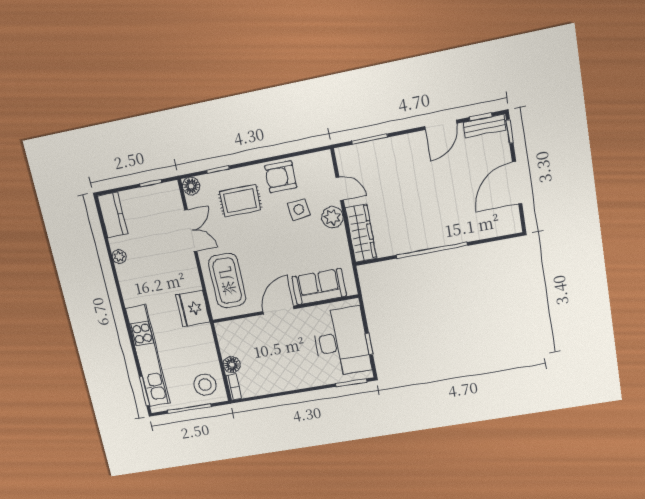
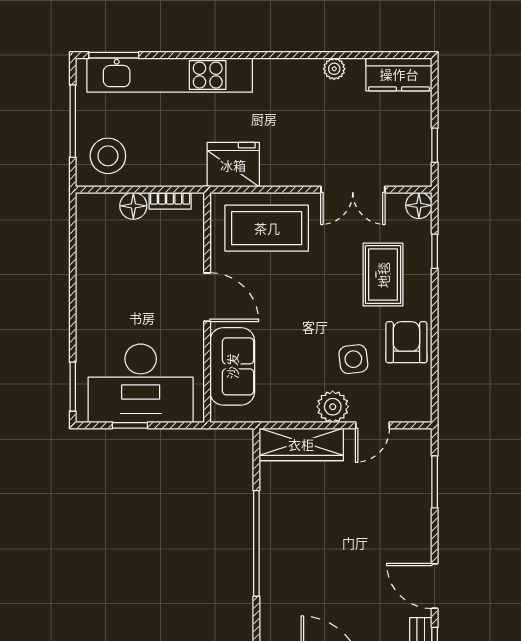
bookcase: (234, 387) -> (170, 201), moved

